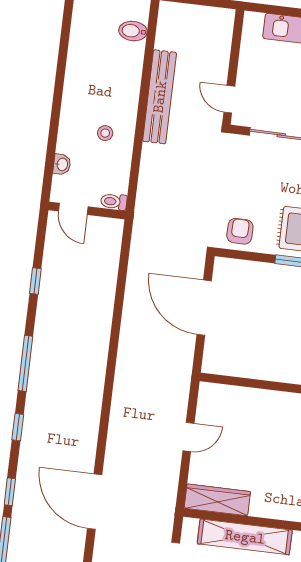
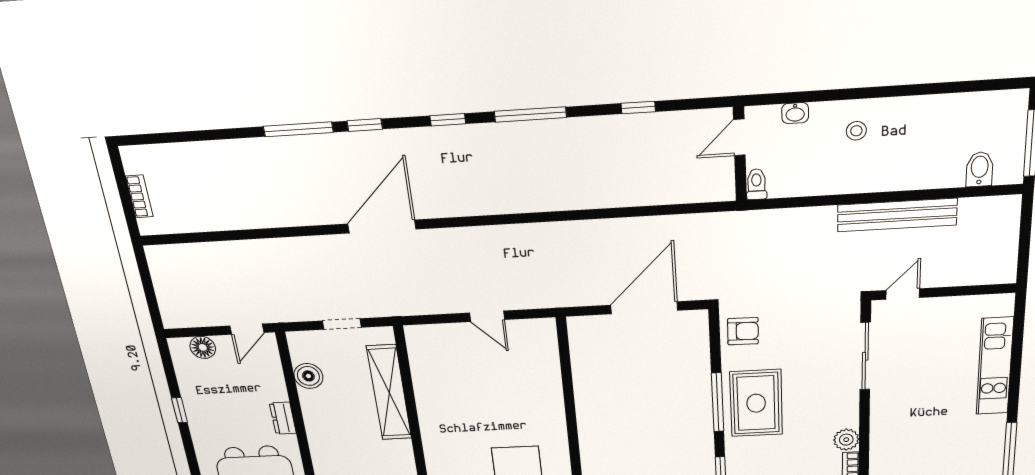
stool: (105, 133) -> (856, 131), moved
wardrobe: (217, 500) -> (423, 358), removed

